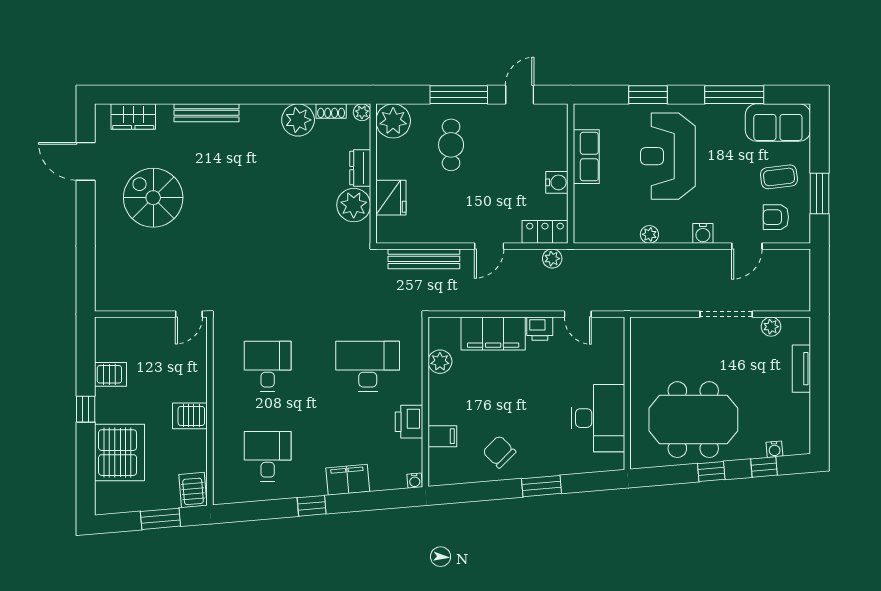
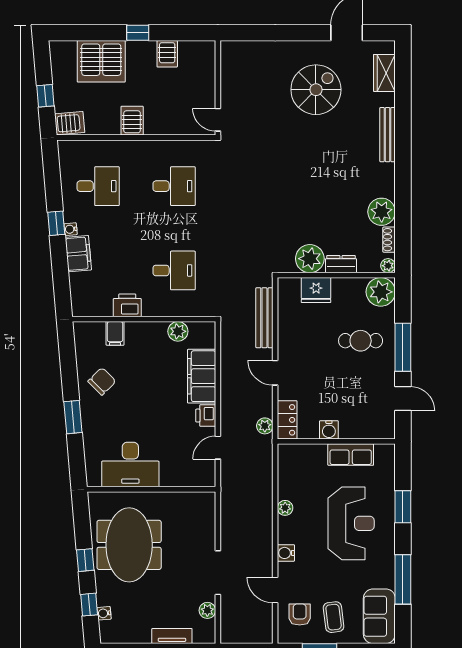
reception desk: (668, 156) -> (351, 523), turned 90
desk: (368, 366) -> (174, 270), width x0.73
water cooler: (415, 481) -> (71, 229), moved
window: (160, 519) -> (45, 96), width x0.67

